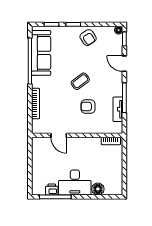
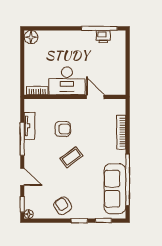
desk: (75, 182) -> (67, 81), moved, turned 180
floor lamp: (98, 189) -> (31, 37), moved

